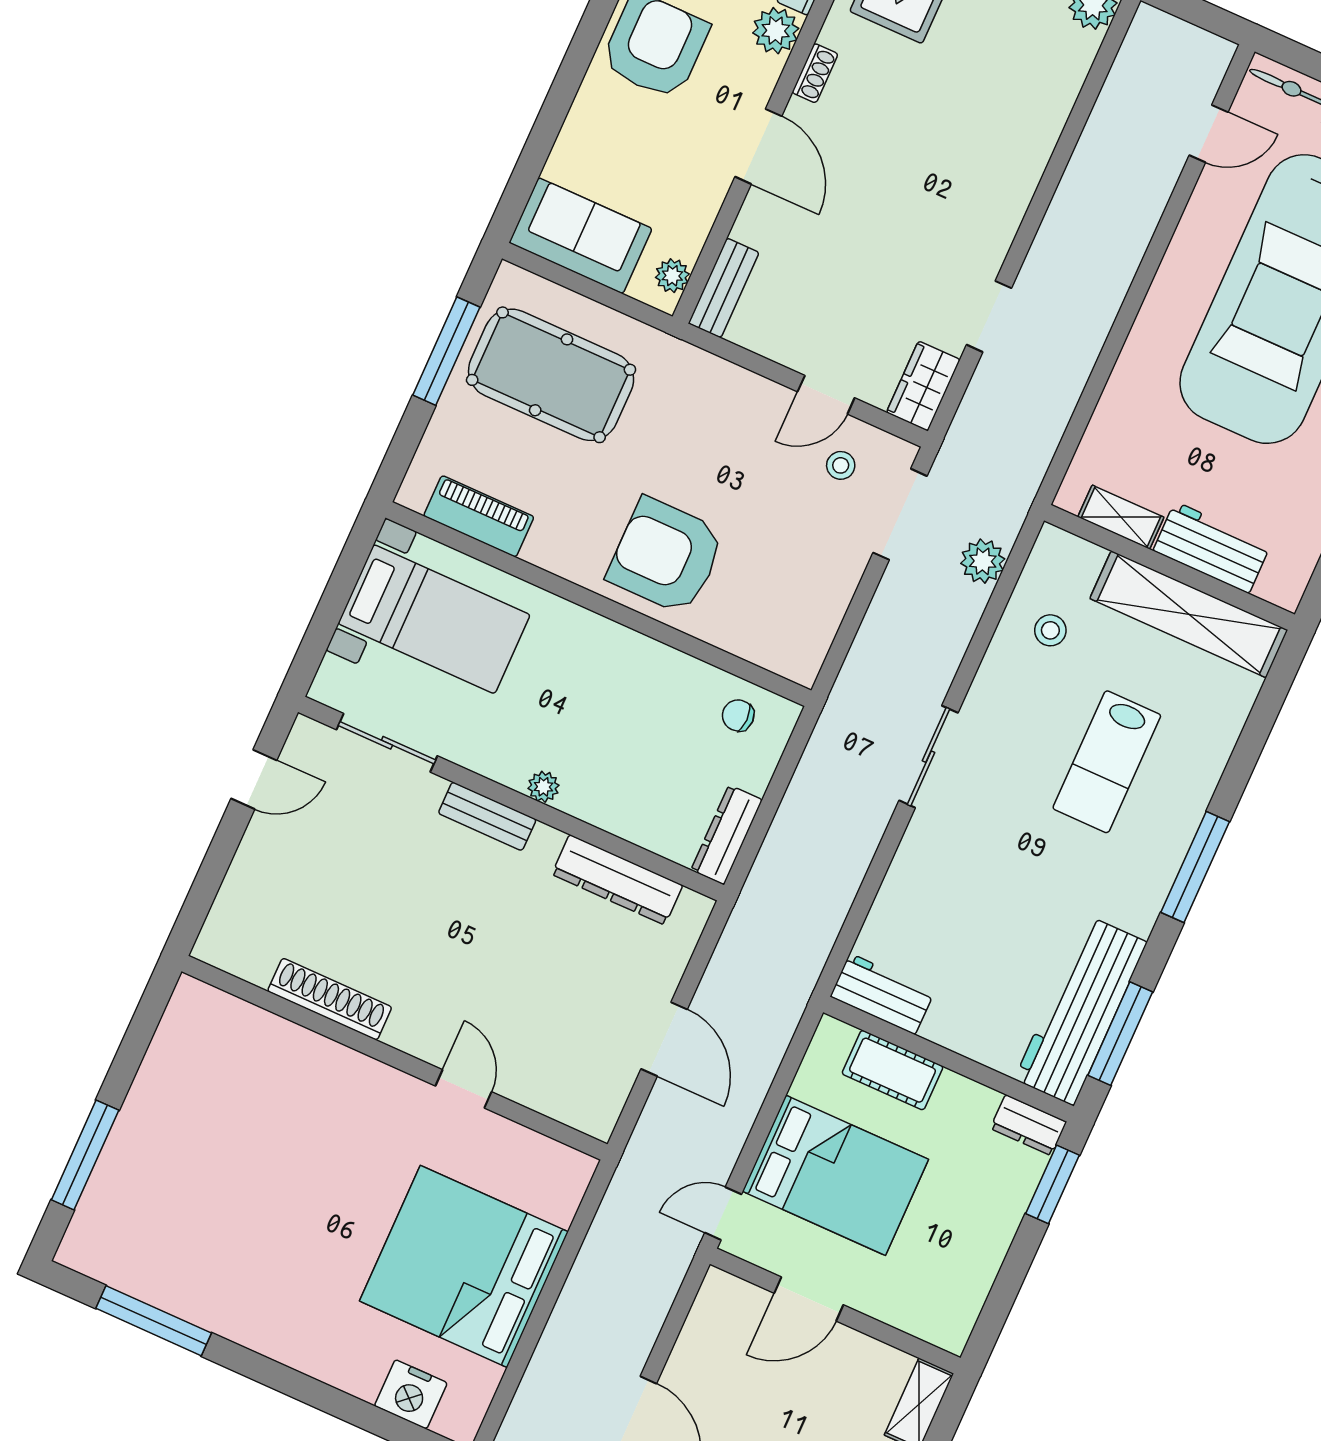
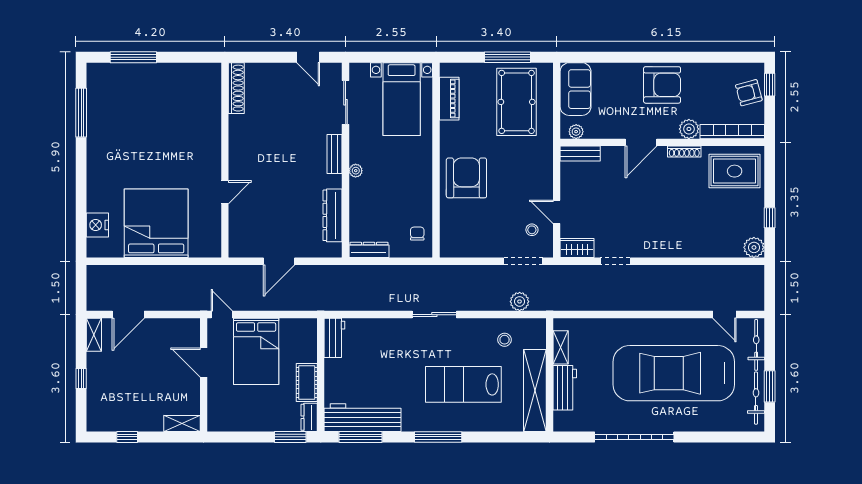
shoe rack: (815, 73) -> (684, 152), width x1.43
lab bench: (1107, 762) -> (463, 384), width x1.36, depth x1.39
shoe rack: (330, 999) -> (236, 88), moved
cot: (892, 1070) -> (307, 383), moved

